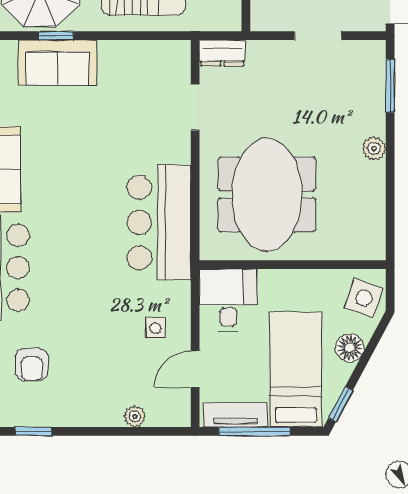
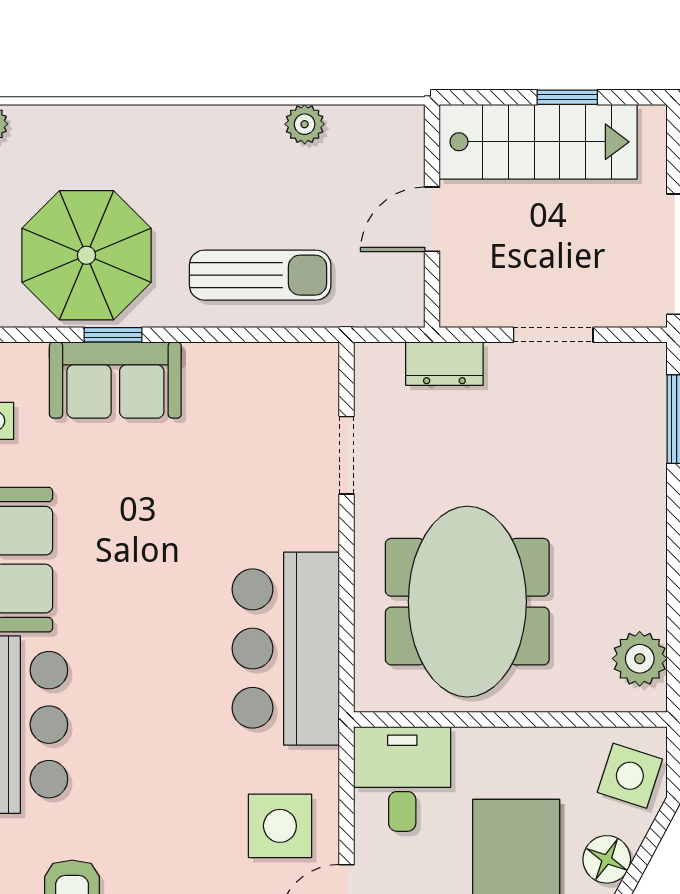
dresser: (222, 53) -> (444, 364), moved
plant: (374, 149) -> (640, 659), moved, width x1.38, depth x1.38
side table: (155, 328) -> (280, 826), width x1.87, depth x1.87

